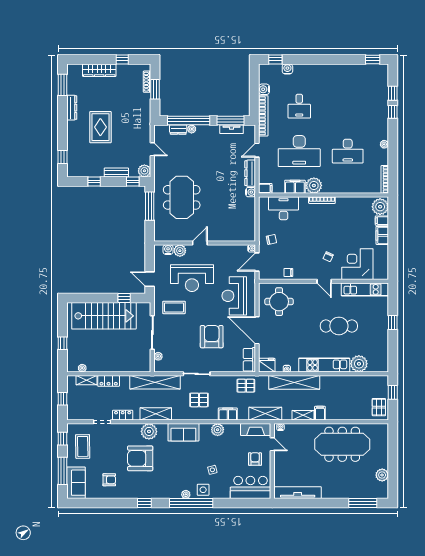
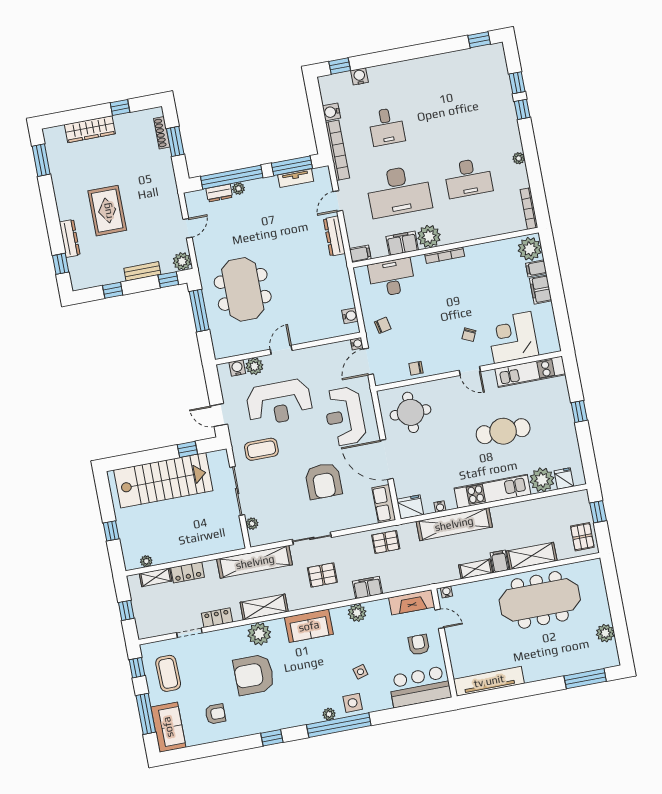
dresser: (72, 108) -> (70, 238), moved
door: (152, 149) -> (188, 228), hinge flipped
water cooler: (251, 192) -> (350, 316), moved
armchair: (212, 337) -> (323, 481), turned 180
fridge: (374, 366) -> (564, 479), added
shelving: (265, 414) -> (532, 556), moved

